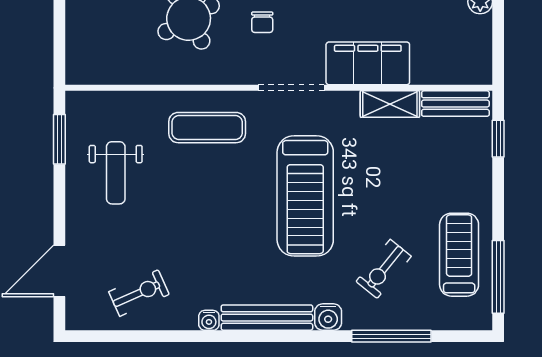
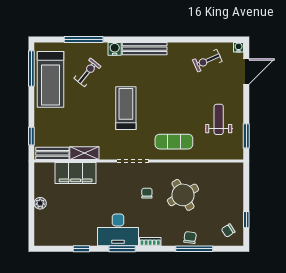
filing cabinet: (368, 63) -> (76, 173), moved
treadmill: (305, 196) -> (126, 108), width x0.73, depth x0.73
treadmill: (459, 255) -> (51, 79), width x1.37, depth x1.38
water cooler: (209, 320) -> (239, 47), moved

